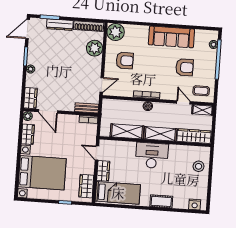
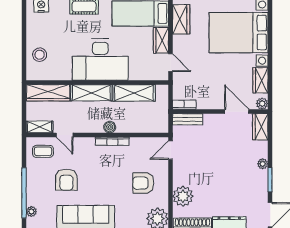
armchair: (184, 67) -> (66, 180), turned -90
desk: (152, 155) -> (100, 60), width x1.36, depth x1.30

